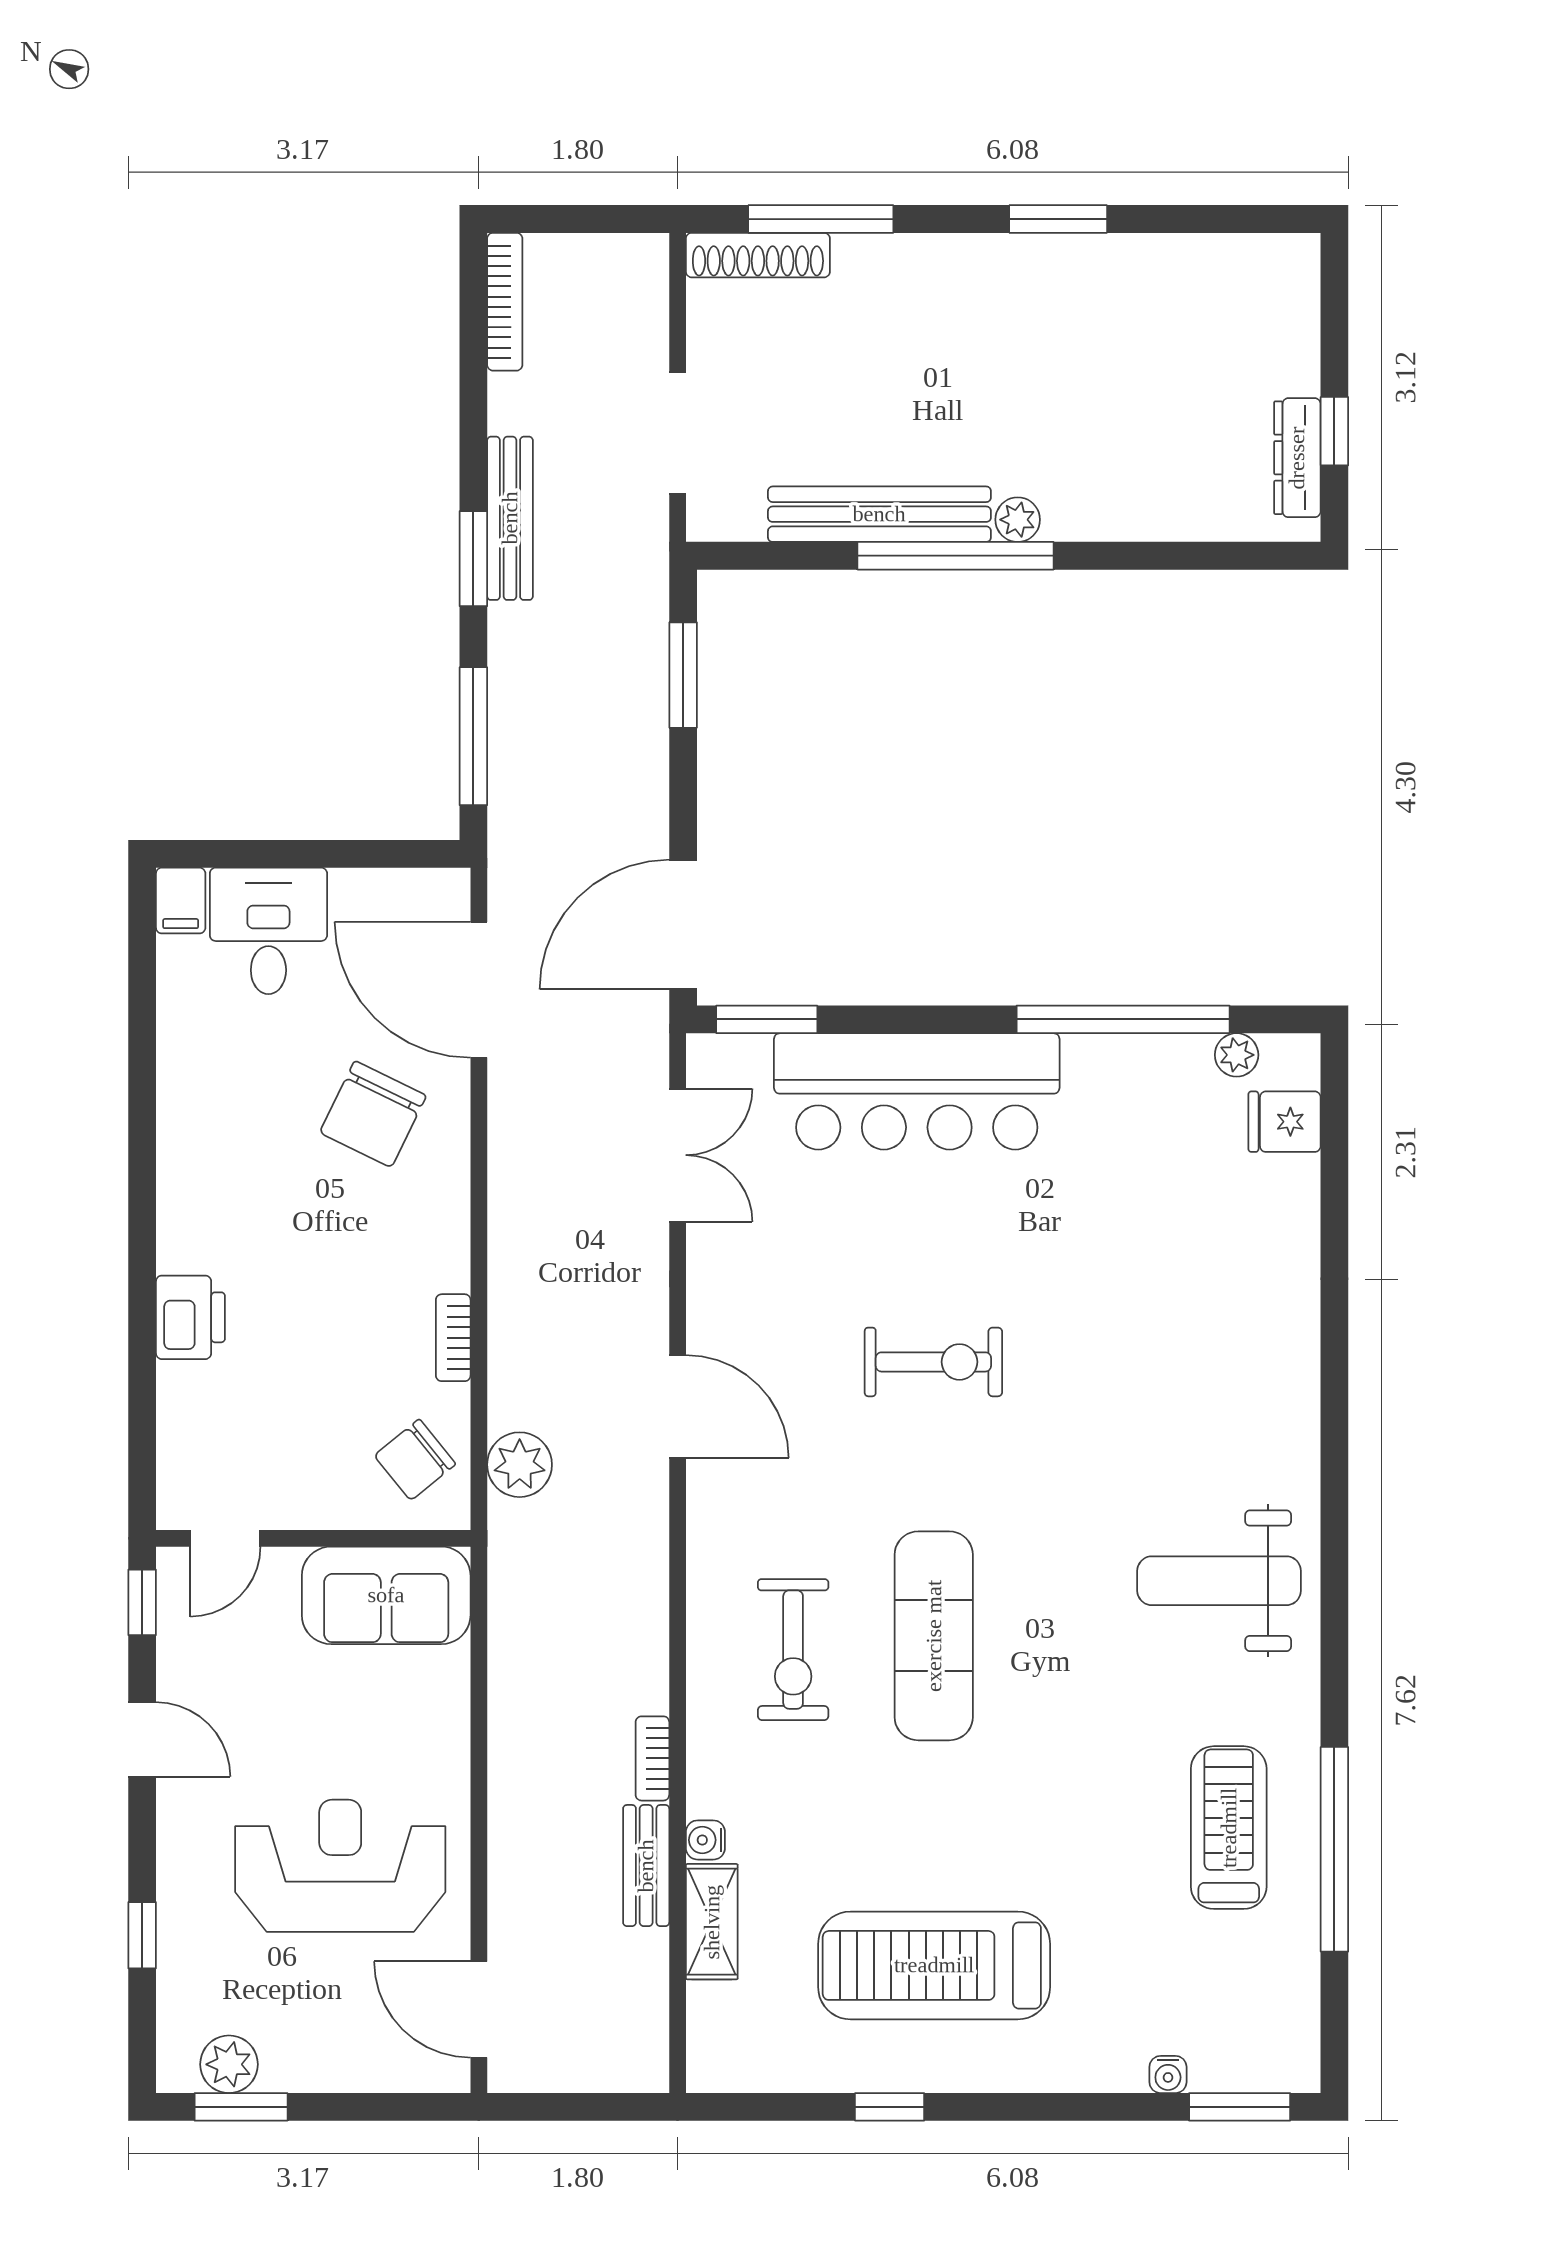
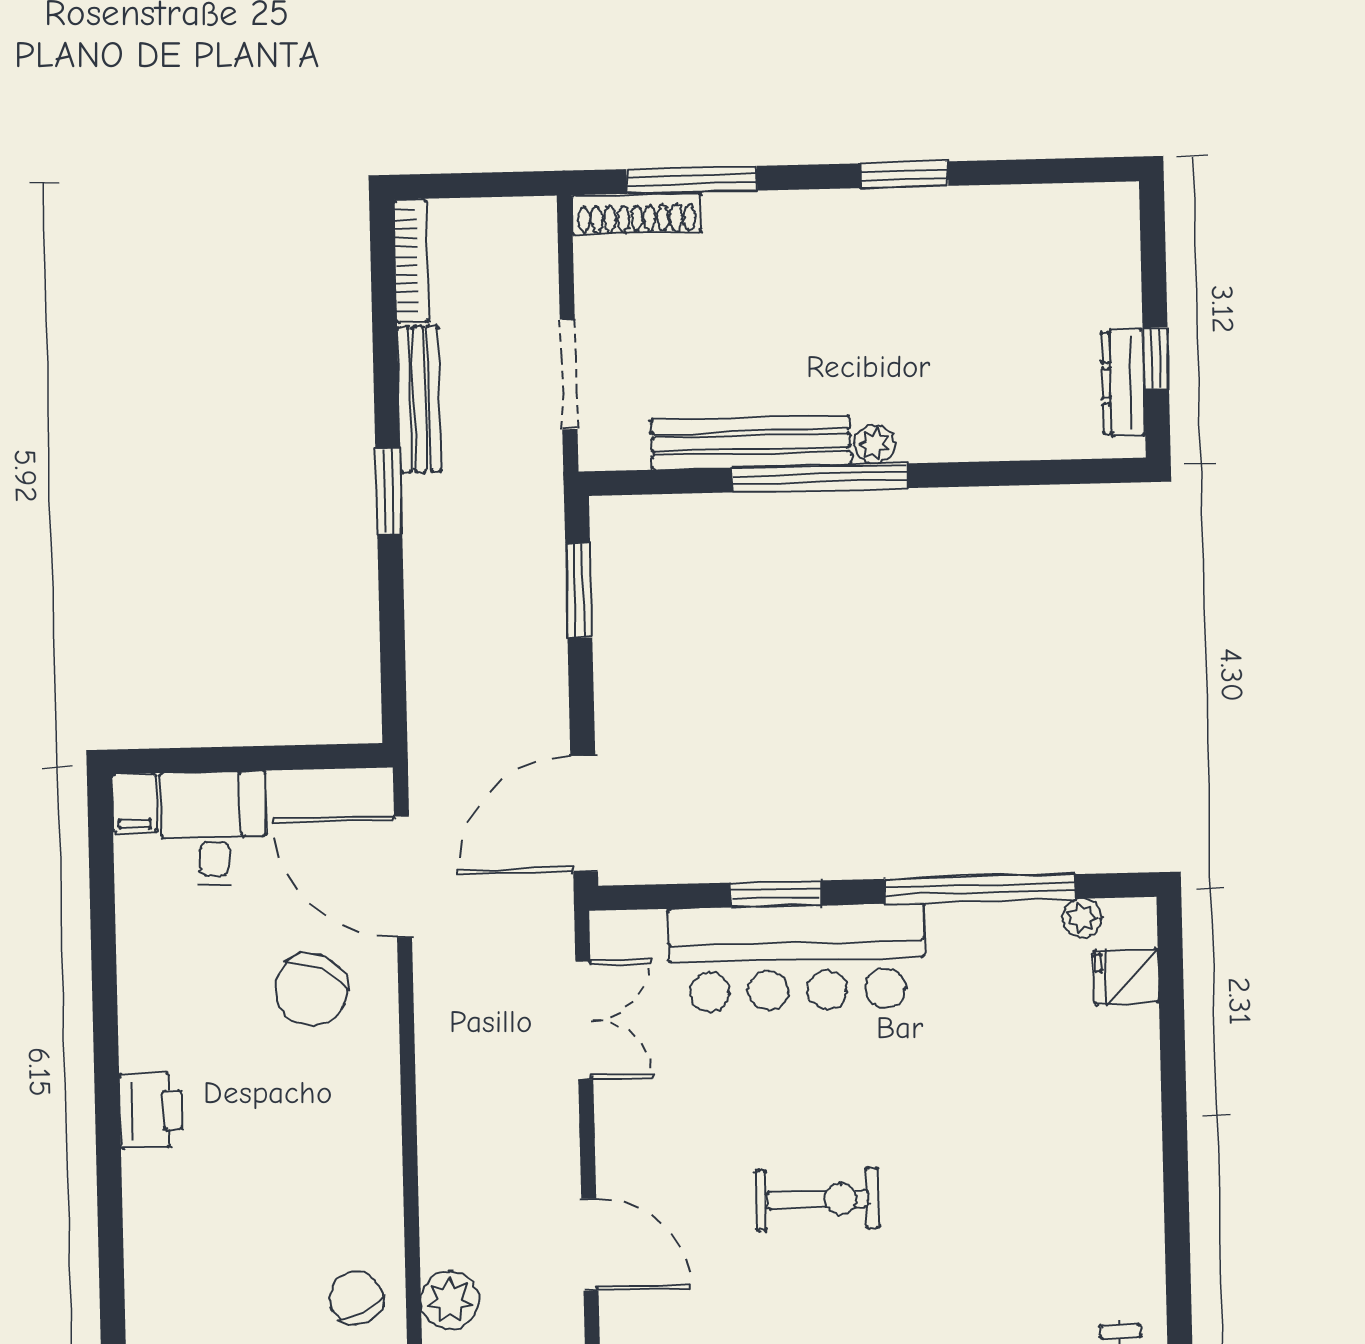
bench: (510, 518) -> (419, 399), moved
window: (473, 736) -> (393, 650), removed
window: (767, 1019) -> (776, 894), moved
printer: (190, 1317) -> (151, 1110), moved
bookcase: (453, 1338) -> (388, 1188), removed
chair: (415, 1460) -> (356, 1298), turned 103

